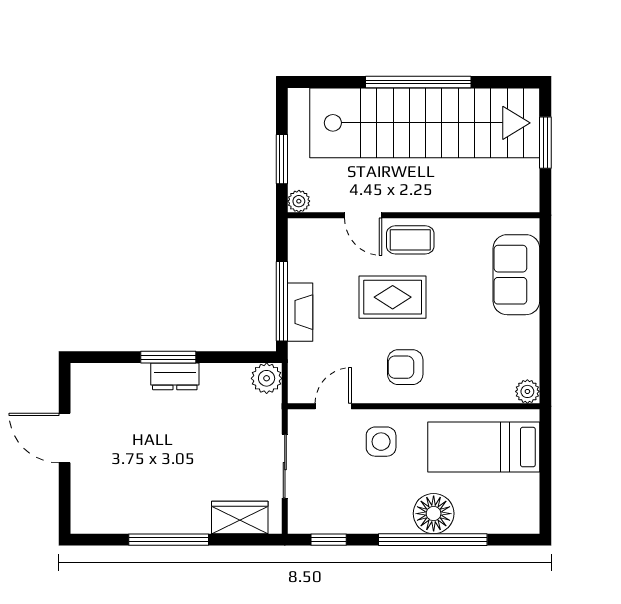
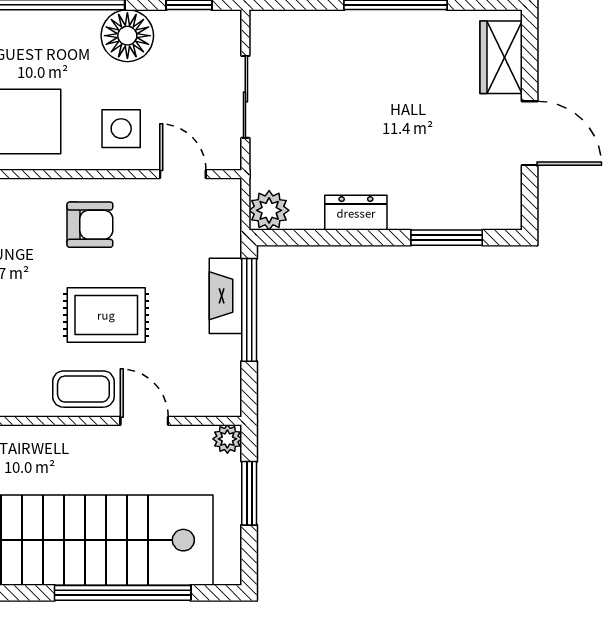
window: (418, 82) -> (123, 593), moved
window: (168, 357) -> (447, 238), moved
dresser: (175, 376) -> (356, 213), moved
door: (333, 406) -> (183, 174), swing flipped
floor lamp: (434, 514) -> (127, 36), moved
wardrobe: (240, 517) -> (501, 57), moved, turned 90

